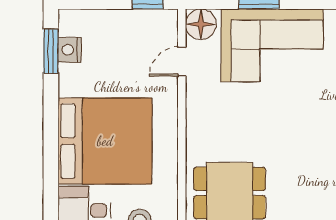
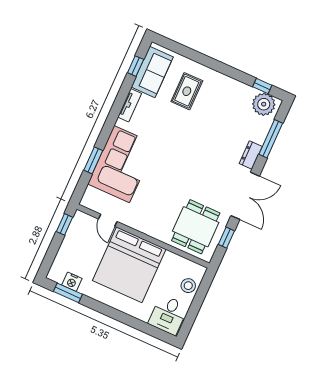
floor lamp: (201, 24) -> (91, 200), removed
bed: (105, 141) -> (129, 265), moved, turned 180

